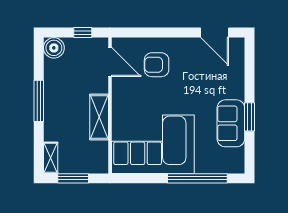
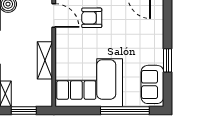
sofa: (231, 123) -> (152, 84), moved

